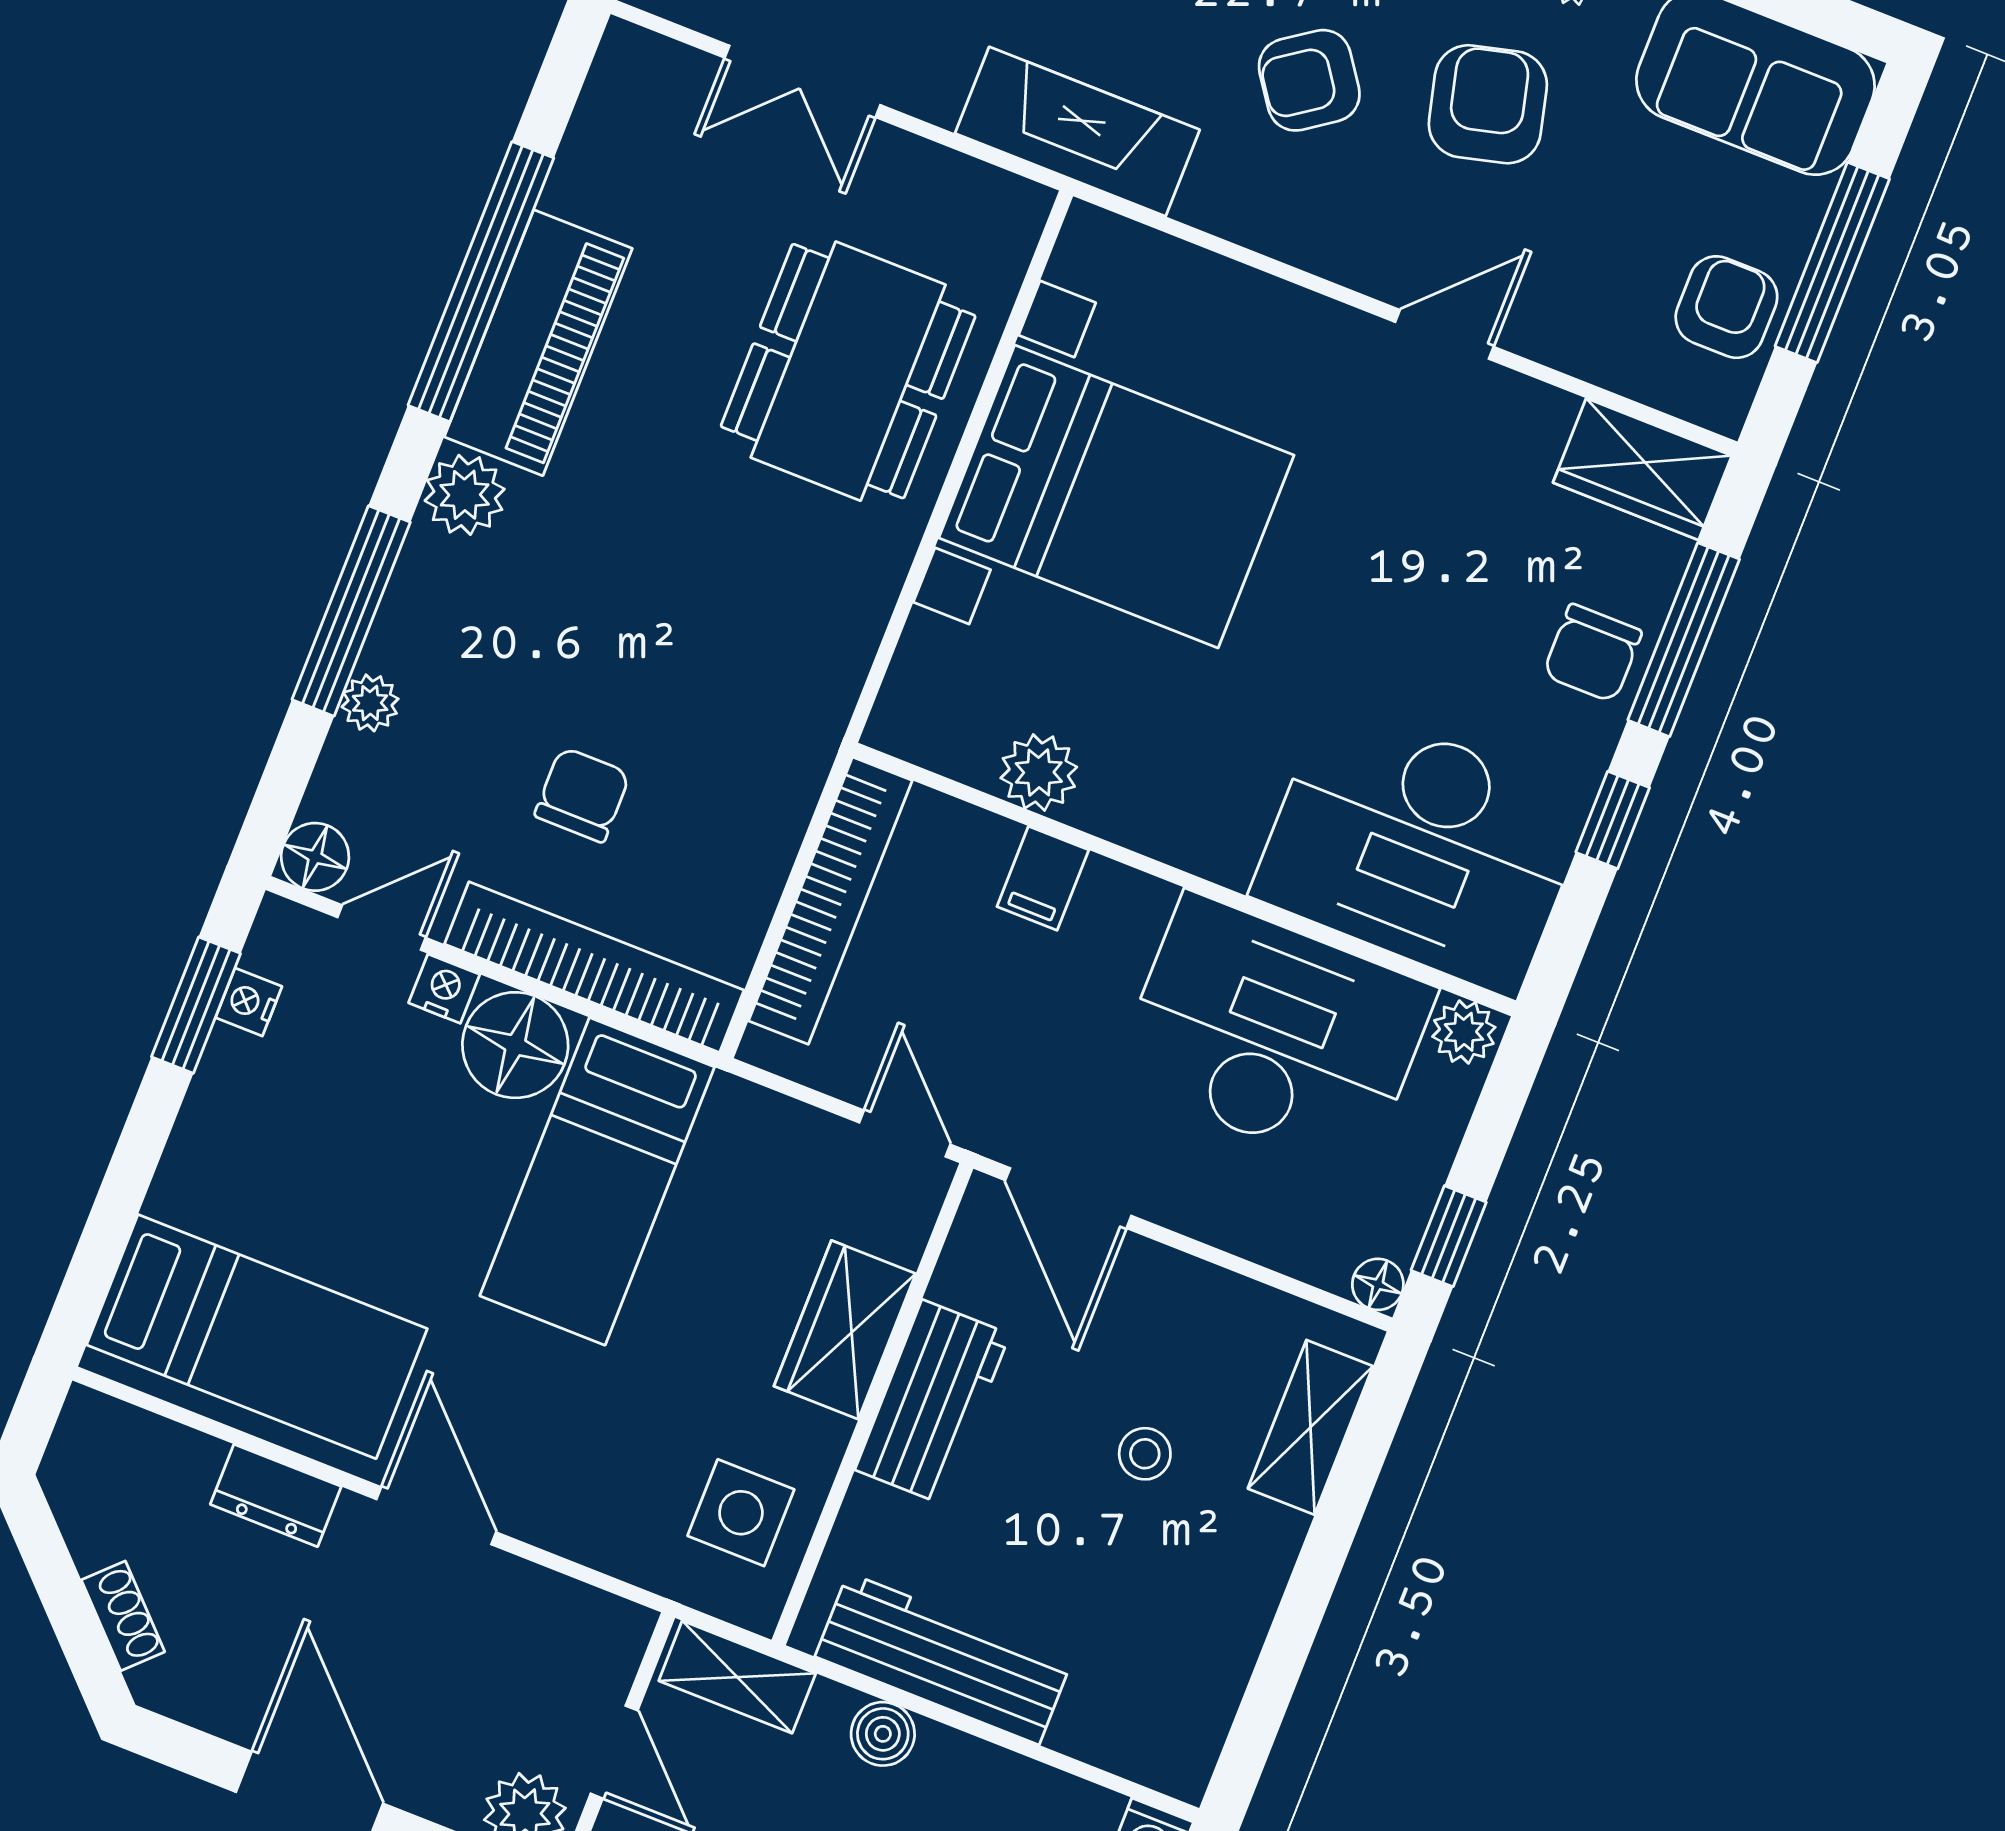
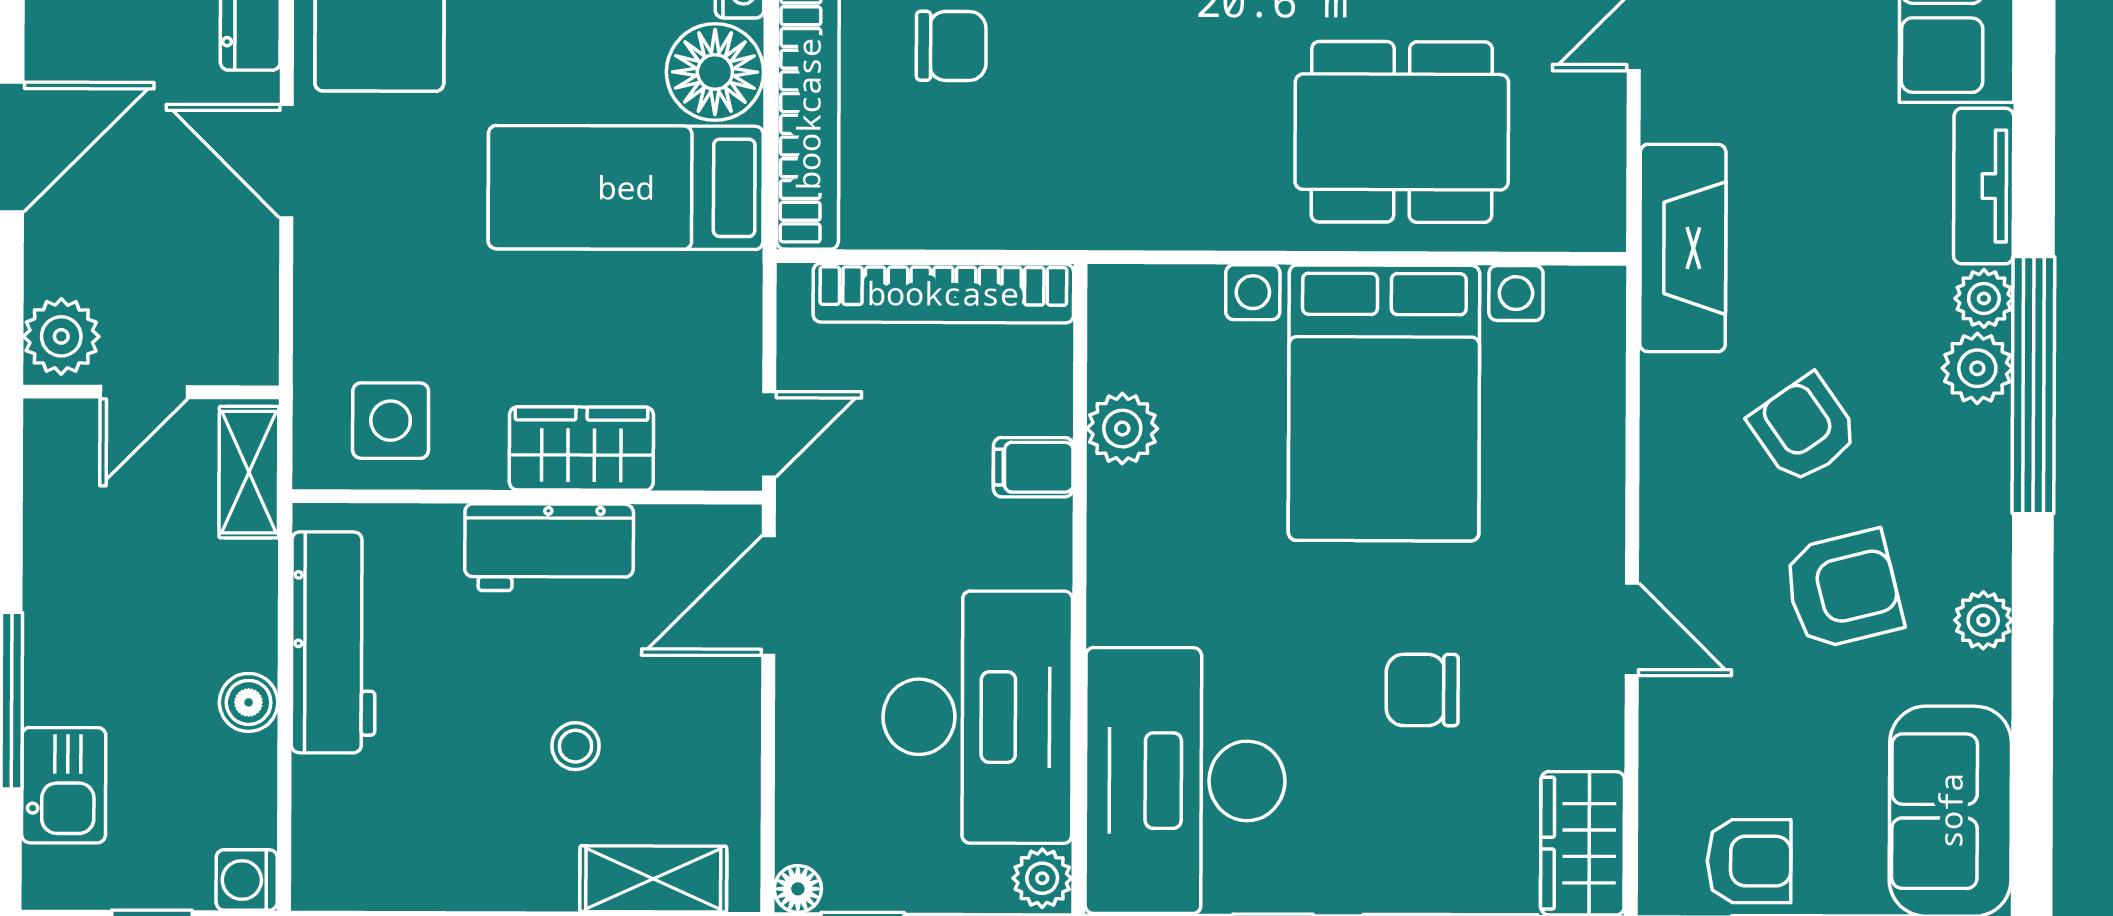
chair: (1592, 653) -> (1422, 690), moved
door: (436, 1516) -> (287, 161), swing flipped
boiler: (883, 1734) -> (249, 702), moved

